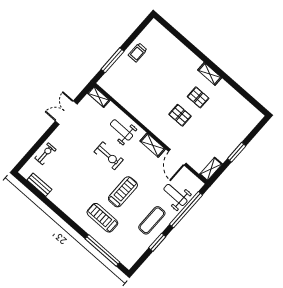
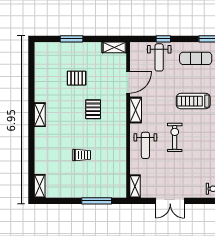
shelving: (159, 29) -> (40, 186), added
trolley: (138, 53) -> (82, 155), moved
pallet: (198, 97) -> (77, 78), moved, turned 90
window: (237, 152) -> (72, 39), moved
window: (186, 210) -> (163, 39), width x0.32

